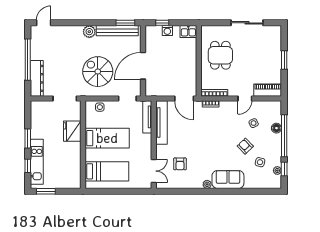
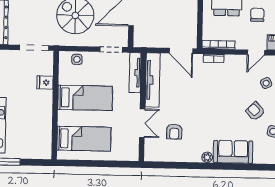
chair: (245, 68) -> (257, 15), added
fridge: (72, 131) -> (45, 82), width x0.53, depth x0.75
double door: (154, 171) -> (142, 123), moved

